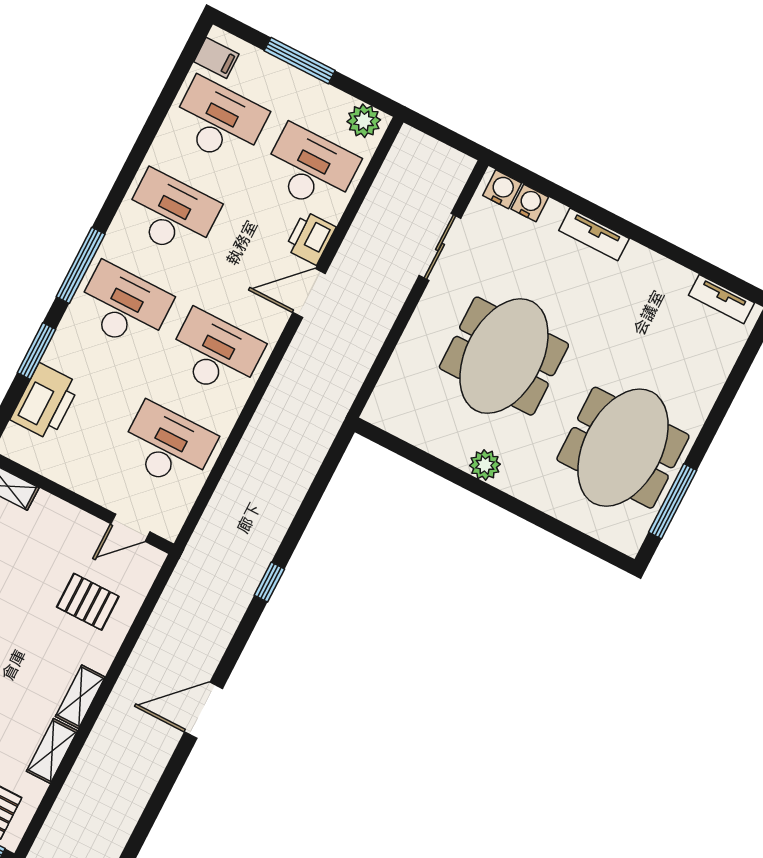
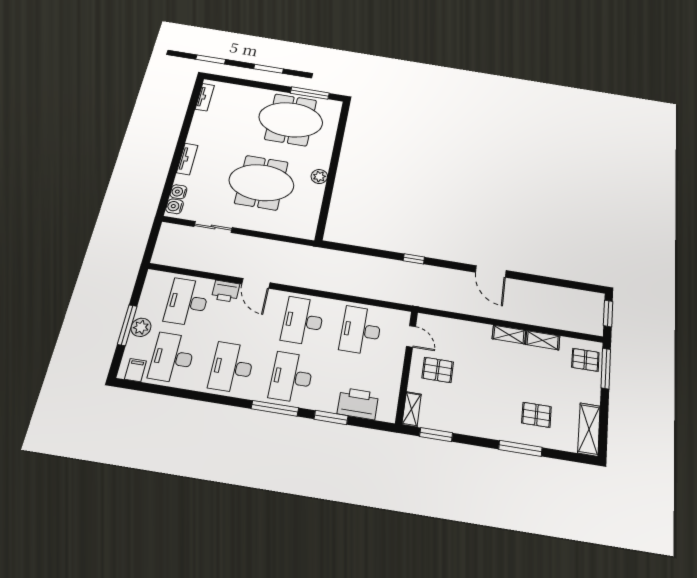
plant: (364, 121) -> (141, 327), moved
pallet: (88, 602) -> (438, 370), moved, turned 90

